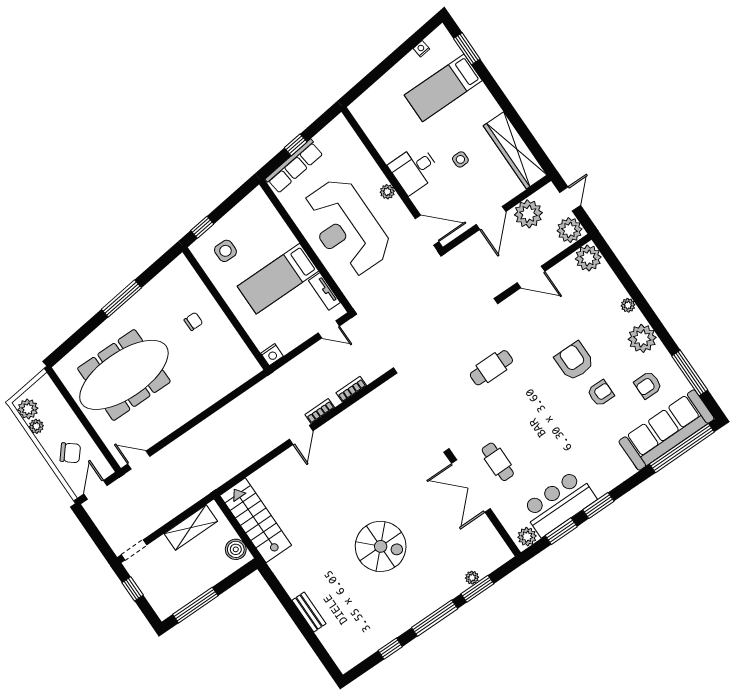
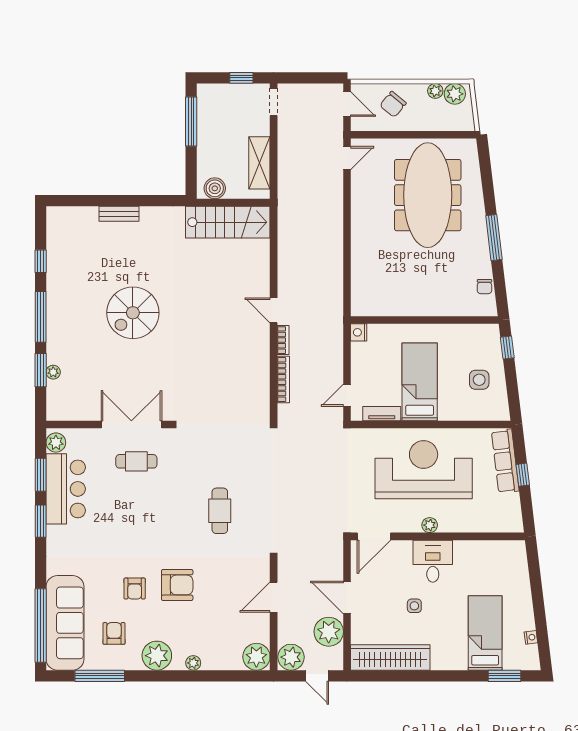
side table: (225, 251) -> (479, 380), moved
chair: (193, 321) -> (484, 287), moved
bookcase: (351, 389) -> (283, 380), width x1.56

